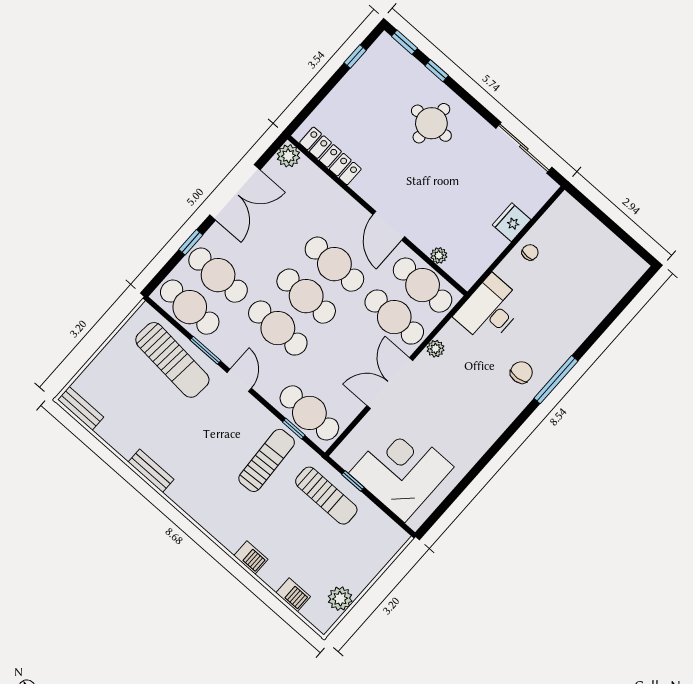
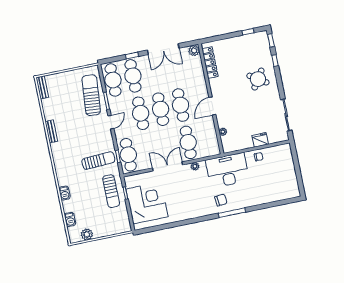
round table: (431, 123) -> (258, 79), turned 33
cafe table: (423, 285) -> (208, 138), removed
desk: (490, 310) -> (227, 170), width x1.36, depth x1.30
sun lounger: (172, 360) -> (91, 95), turned 180

